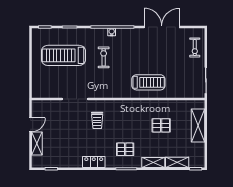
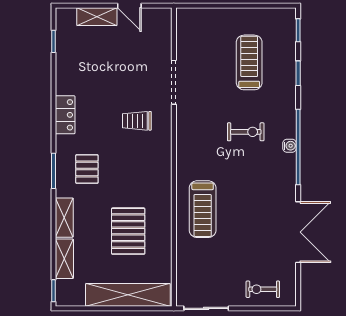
treadmill: (63, 55) -> (249, 62), width x0.73, depth x0.73
pallet: (161, 125) -> (128, 231), width x1.50, depth x1.42
shelving: (198, 126) -> (128, 295), width x1.47

